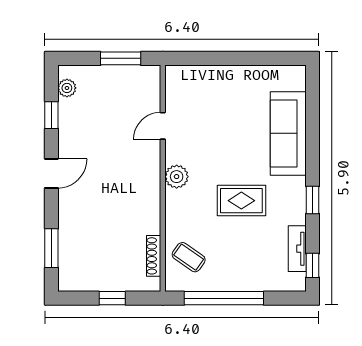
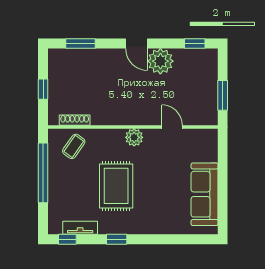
plant: (67, 88) -> (160, 61), moved, width x1.87, depth x1.87
window: (51, 115) -> (195, 44), moved
sofa: (288, 133) -> (205, 194), moved, turned -90
rug: (241, 201) -> (116, 186), width x1.36, depth x1.43

